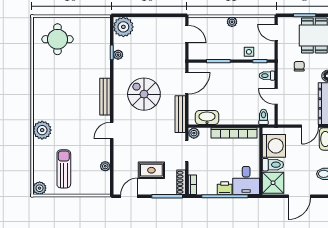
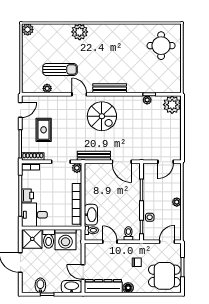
spiral stairs: (144, 94) -> (102, 116), moved, turned 90
door: (276, 96) -> (110, 242), hinge flipped
washbasin: (207, 117) -> (91, 215), moved
sun lounger: (64, 169) -> (60, 70), moved
door: (129, 196) -> (20, 110), hinge flipped

